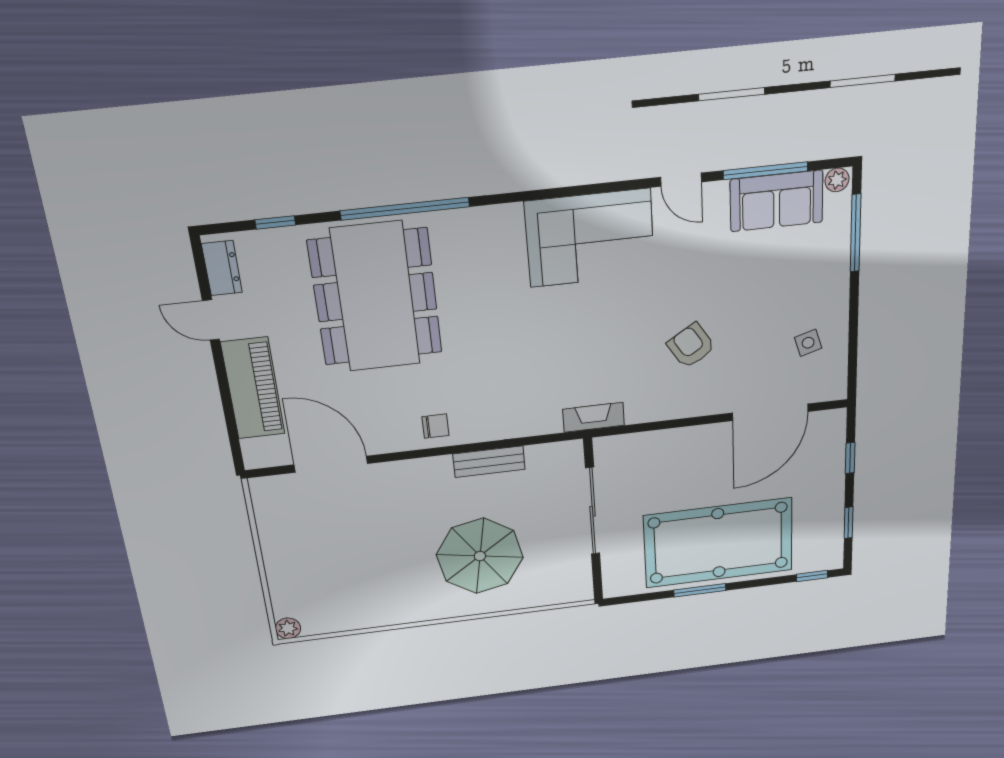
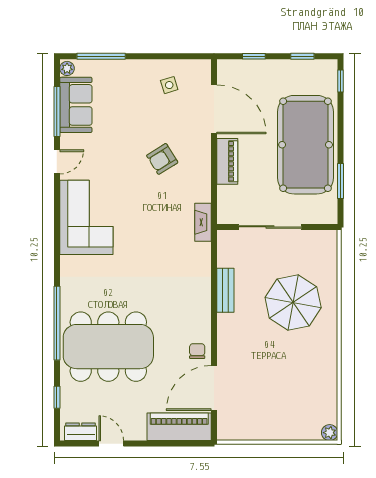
door: (211, 320) -> (111, 444), swing flipped
piano: (253, 388) -> (179, 427), moved
chair: (435, 426) -> (197, 351), moved
piano: (690, 440) -> (227, 161), added
window: (700, 590) -> (341, 181), moved

